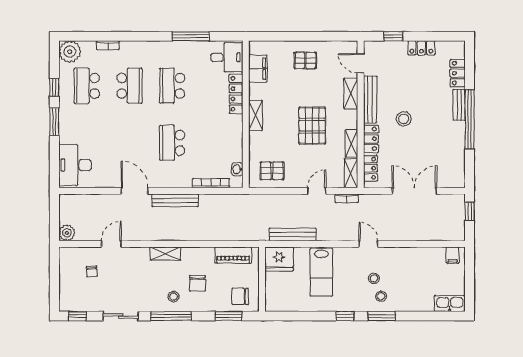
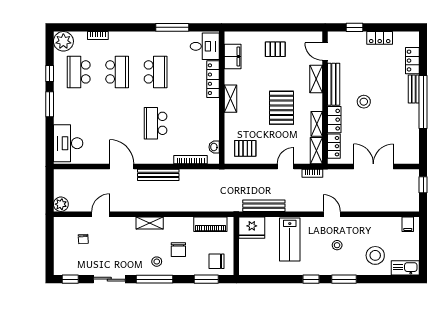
school desk: (172, 86) -> (156, 72), turned 180
stool: (381, 296) -> (375, 255), moved, width x1.89, depth x1.89

